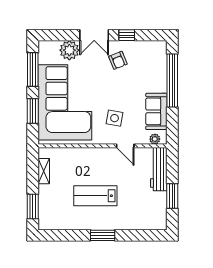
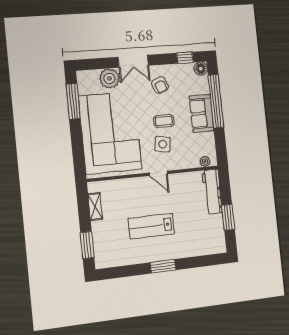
window: (127, 35) -> (185, 58), moved
floor lamp: (160, 47) -> (201, 69), added
coffee table: (118, 96) -> (164, 121), added
window: (33, 111) -> (77, 145), removed
sofa: (156, 111) -> (202, 113), moved
door: (125, 146) -> (158, 173), moved

